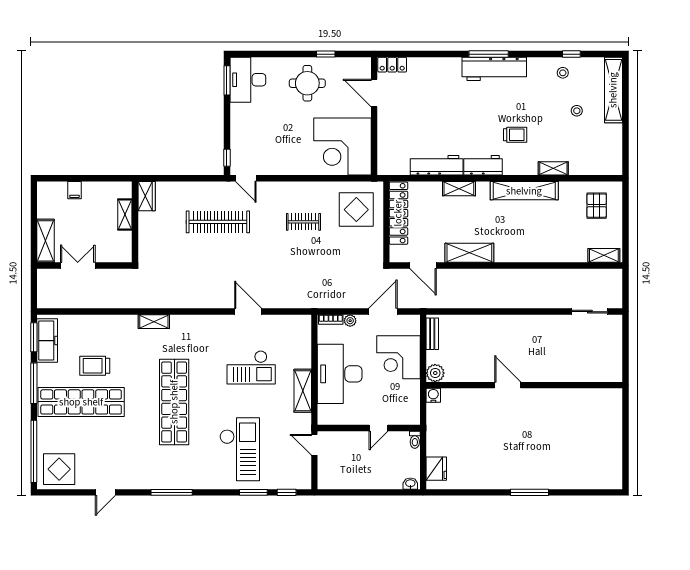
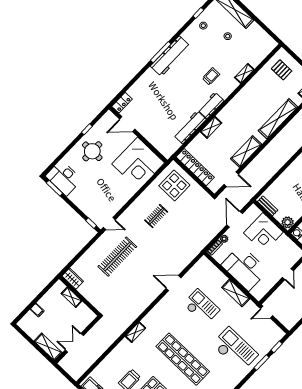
shelving: (524, 191) -> (278, 119), moved
checkout: (251, 367) -> (201, 307), turned -90

